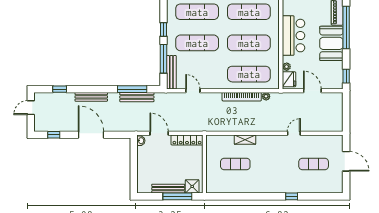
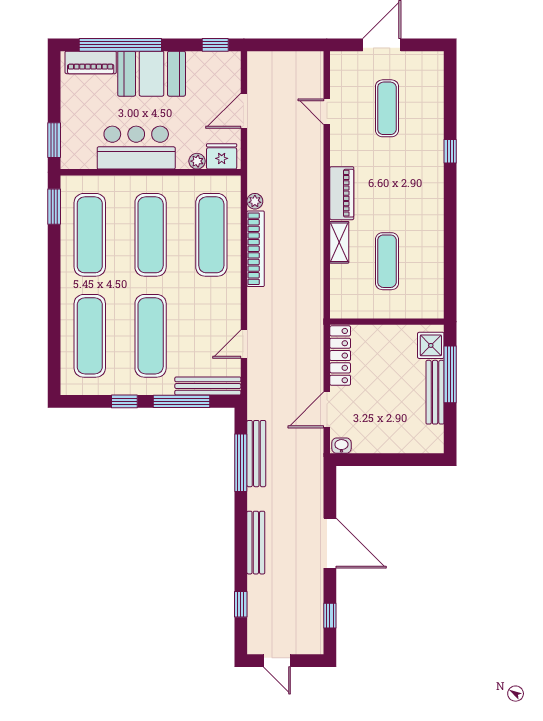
door: (294, 133) -> (327, 112), moved
door: (91, 135) -> (330, 543), swing flipped
piano: (270, 141) -> (342, 193), added

